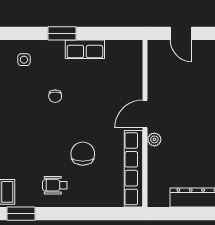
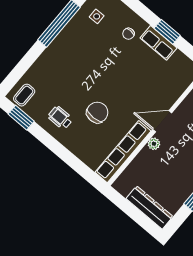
window: (62, 33) -> (167, 32), moved
side table: (24, 60) -> (97, 16), moved
chair: (55, 96) -> (128, 34), moved

